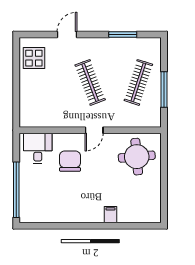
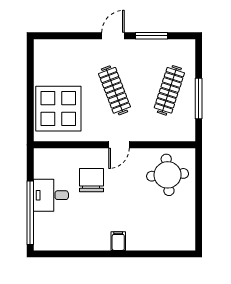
door: (67, 35) -> (113, 36), moved
display table: (34, 58) -> (58, 109), moved, width x1.86, depth x1.86
desk: (38, 148) -> (51, 195), moved, turned -90
filing cabinet: (111, 215) -> (118, 241), moved

